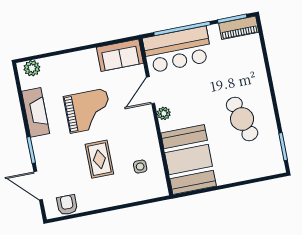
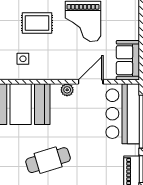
door: (151, 90) -> (91, 82), hinge flipped

